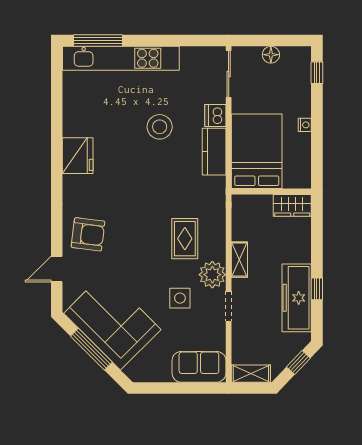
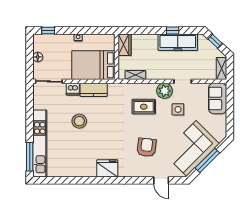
fridge: (78, 156) -> (107, 168), moved
armchair: (88, 234) -> (146, 147), moved
shelving: (239, 260) -> (135, 75), moved

